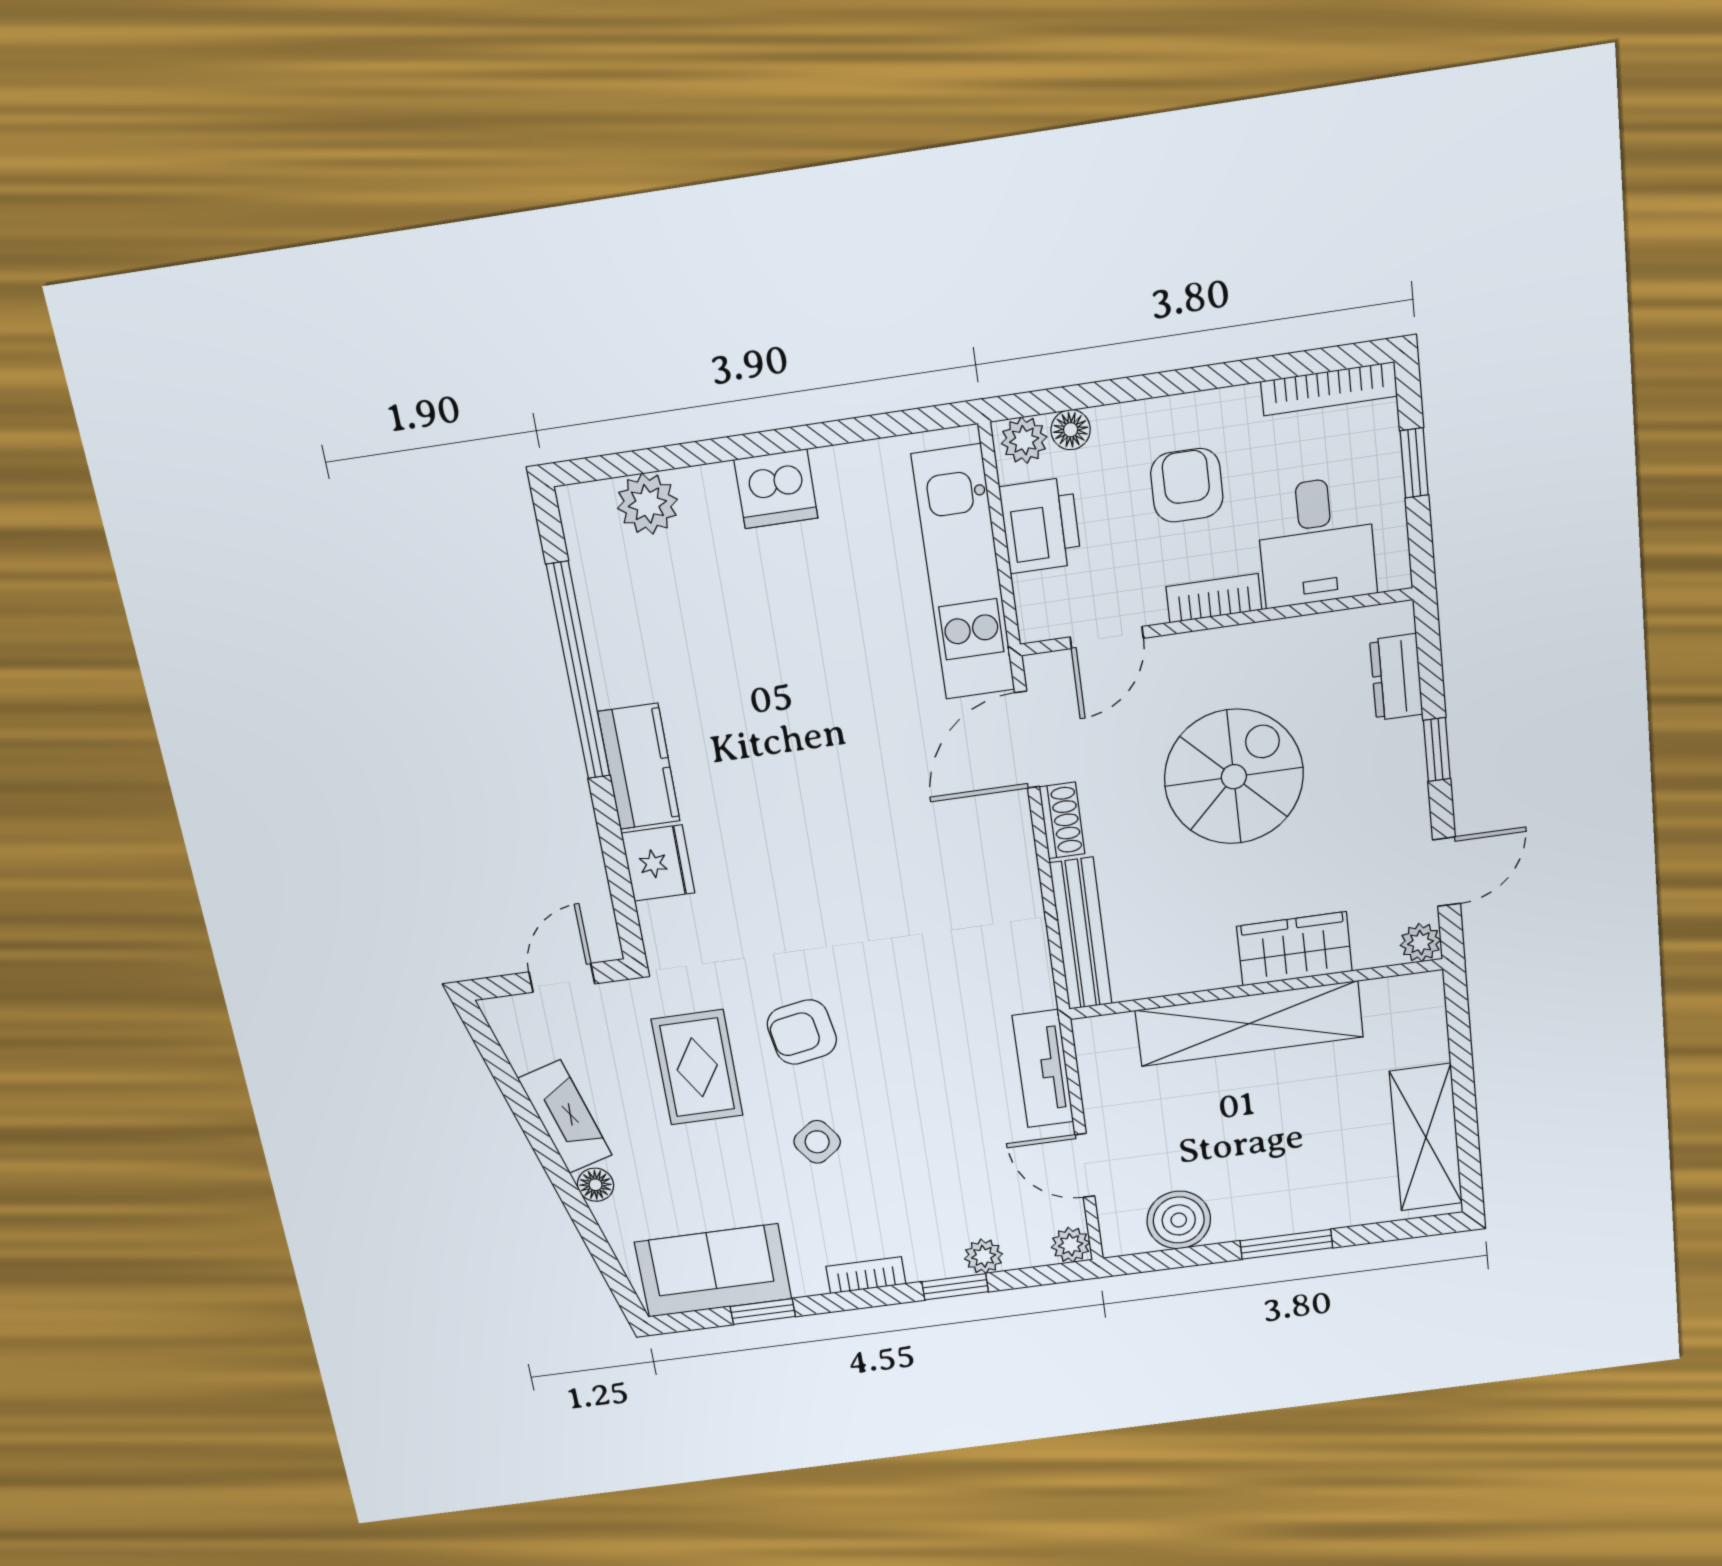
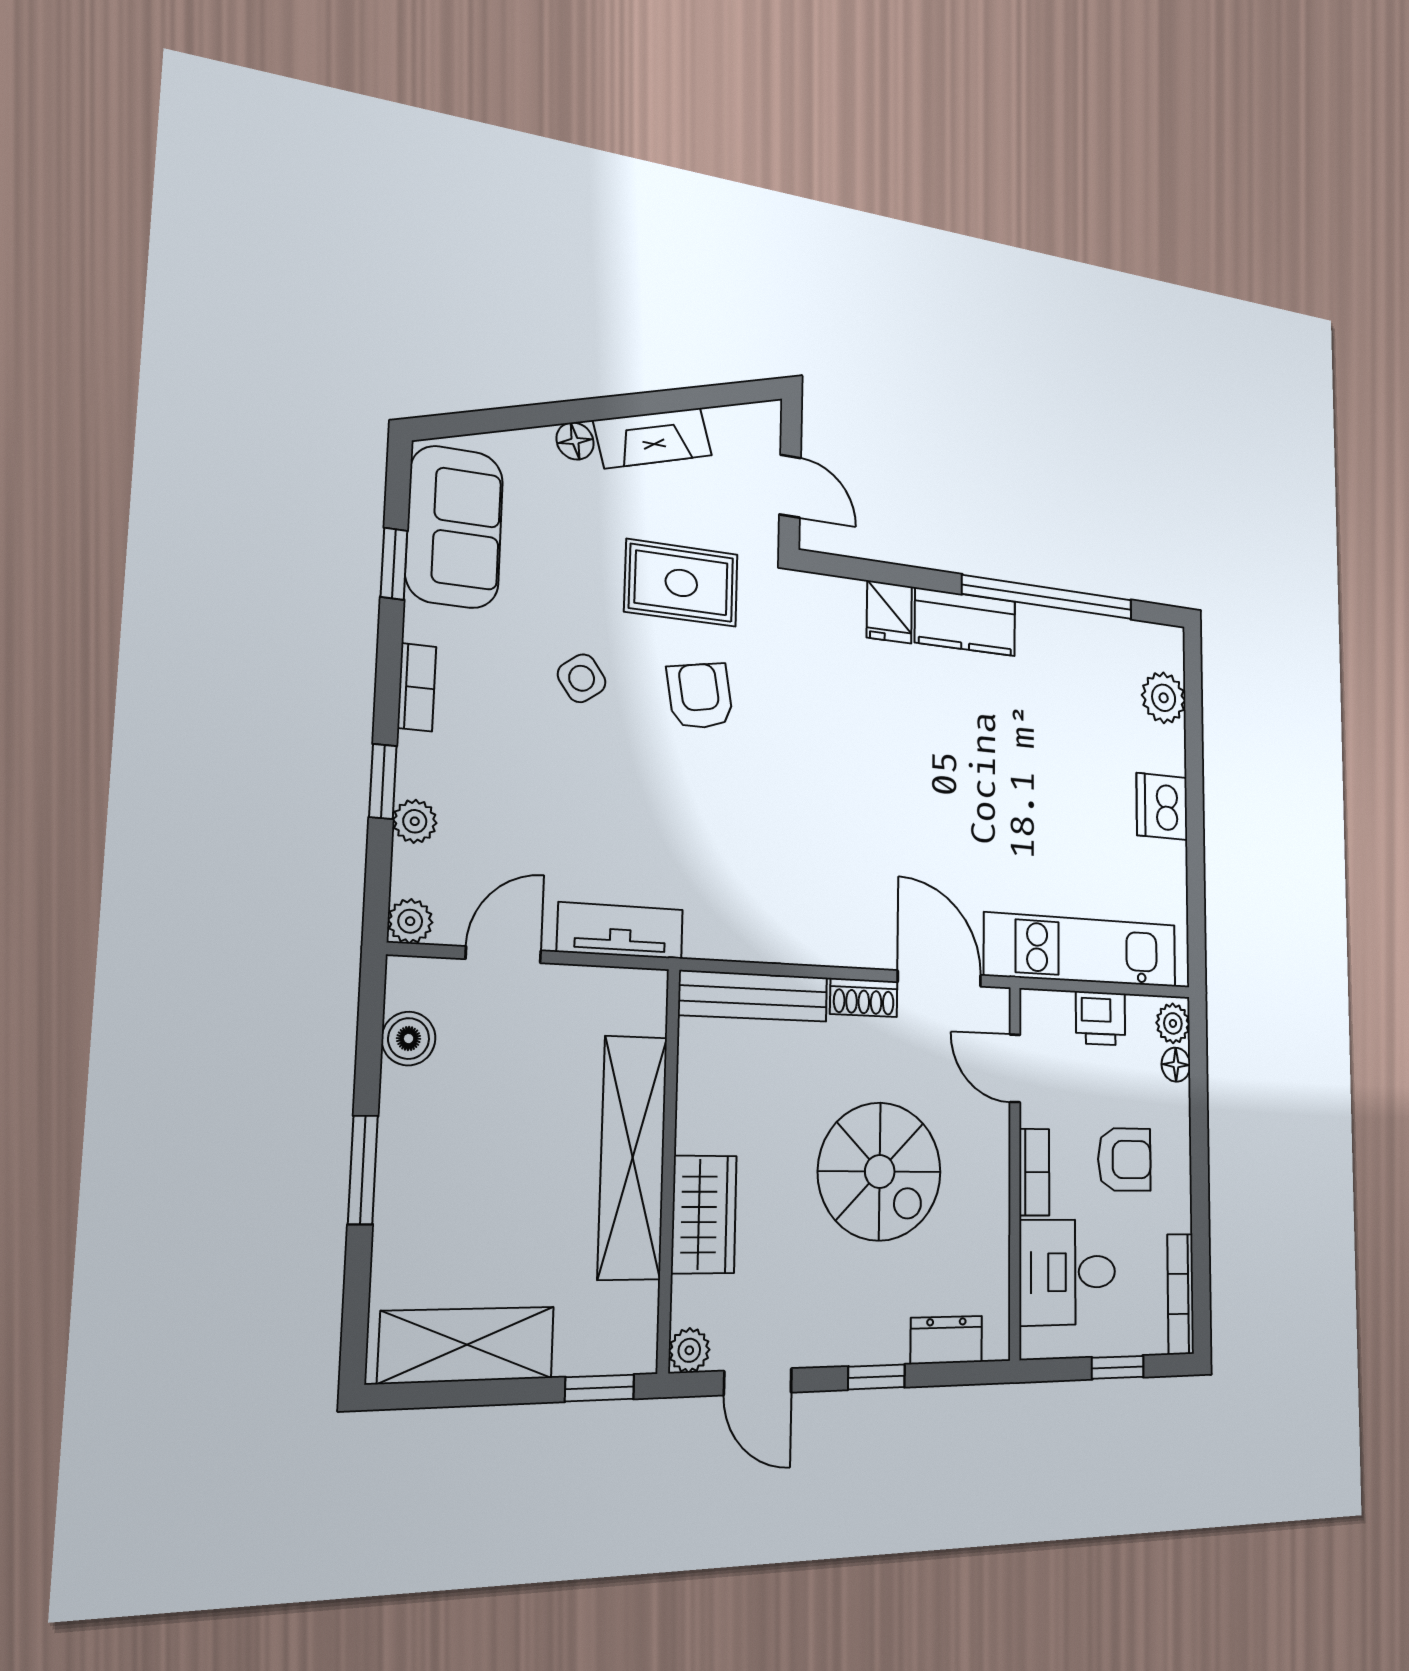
printer: (1040, 525) -> (1101, 1018), width x0.73, depth x0.81
fridge: (658, 863) -> (889, 612), width x0.72
window: (1458, 1019) -> (600, 1388), added
boiler: (1179, 1220) -> (409, 1039), width x0.73, depth x0.73

